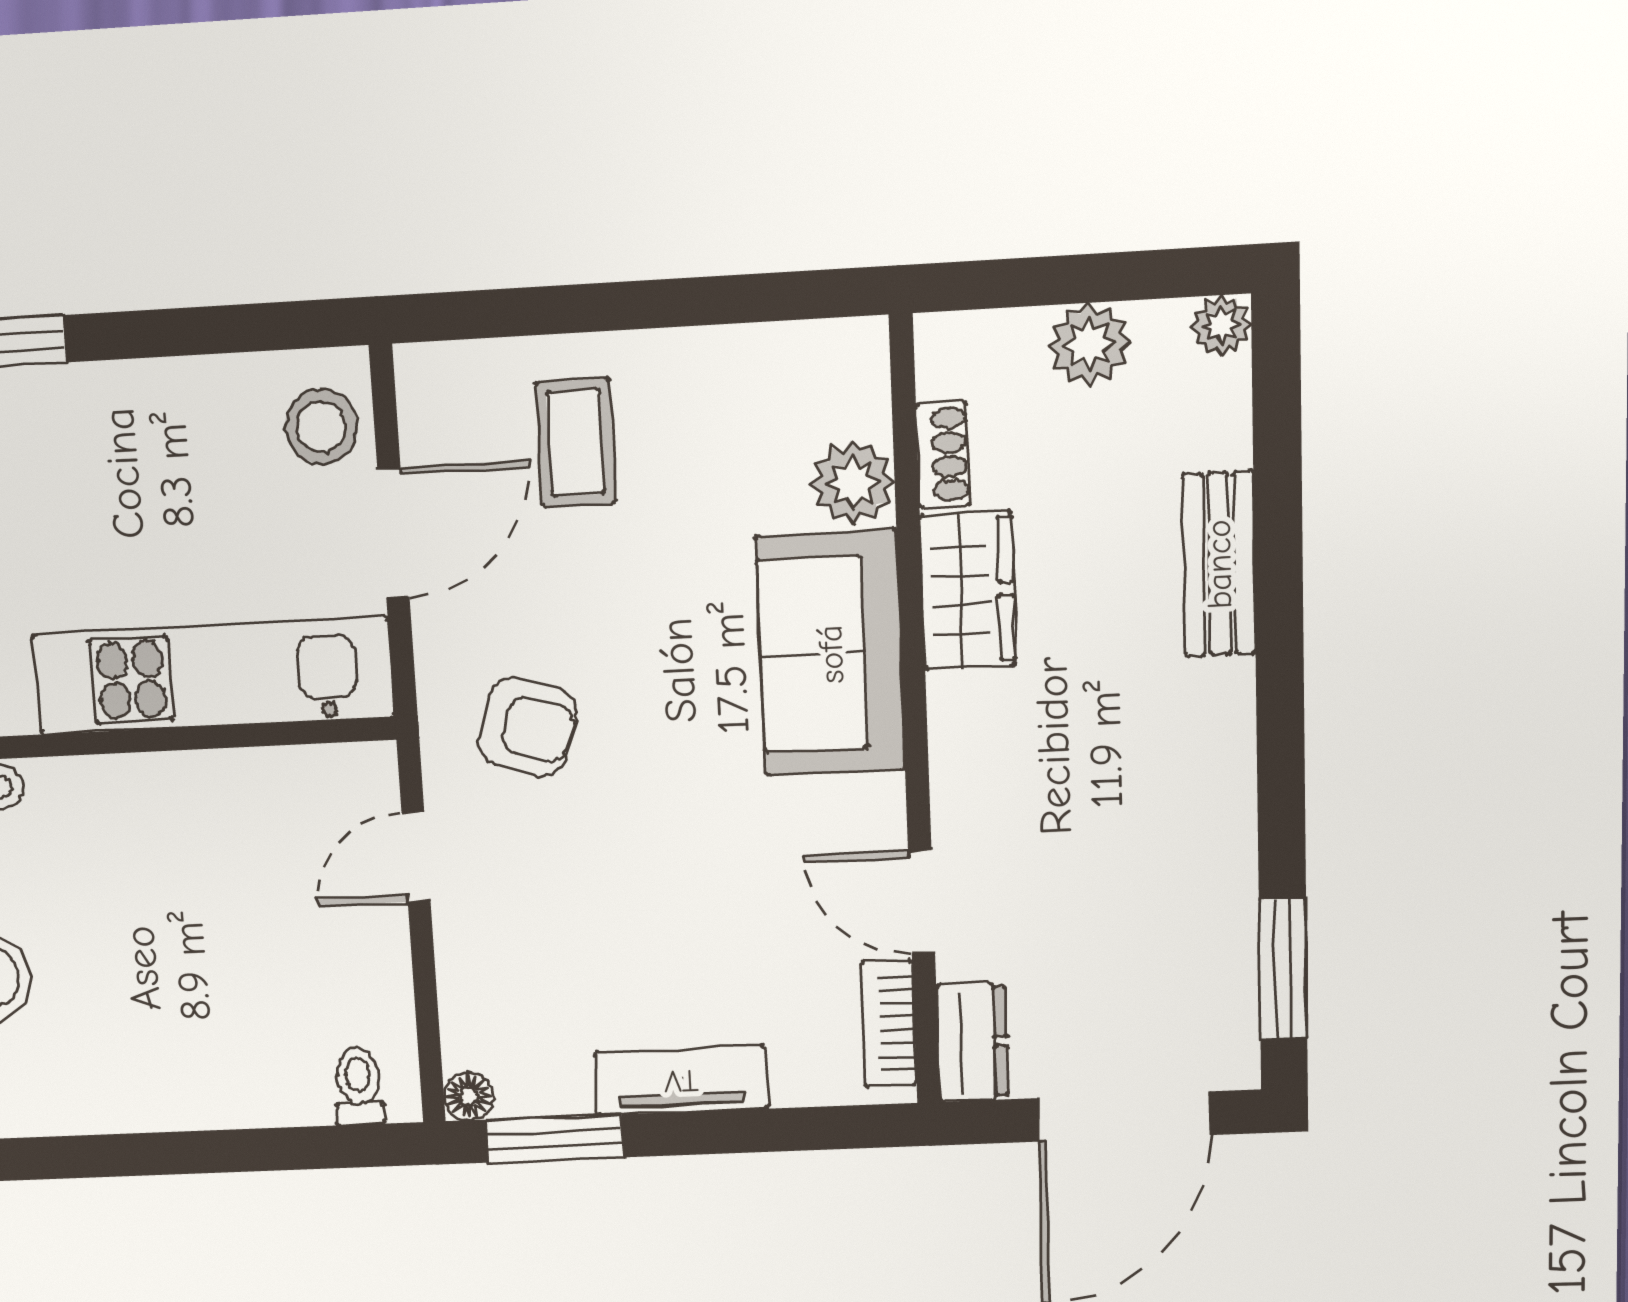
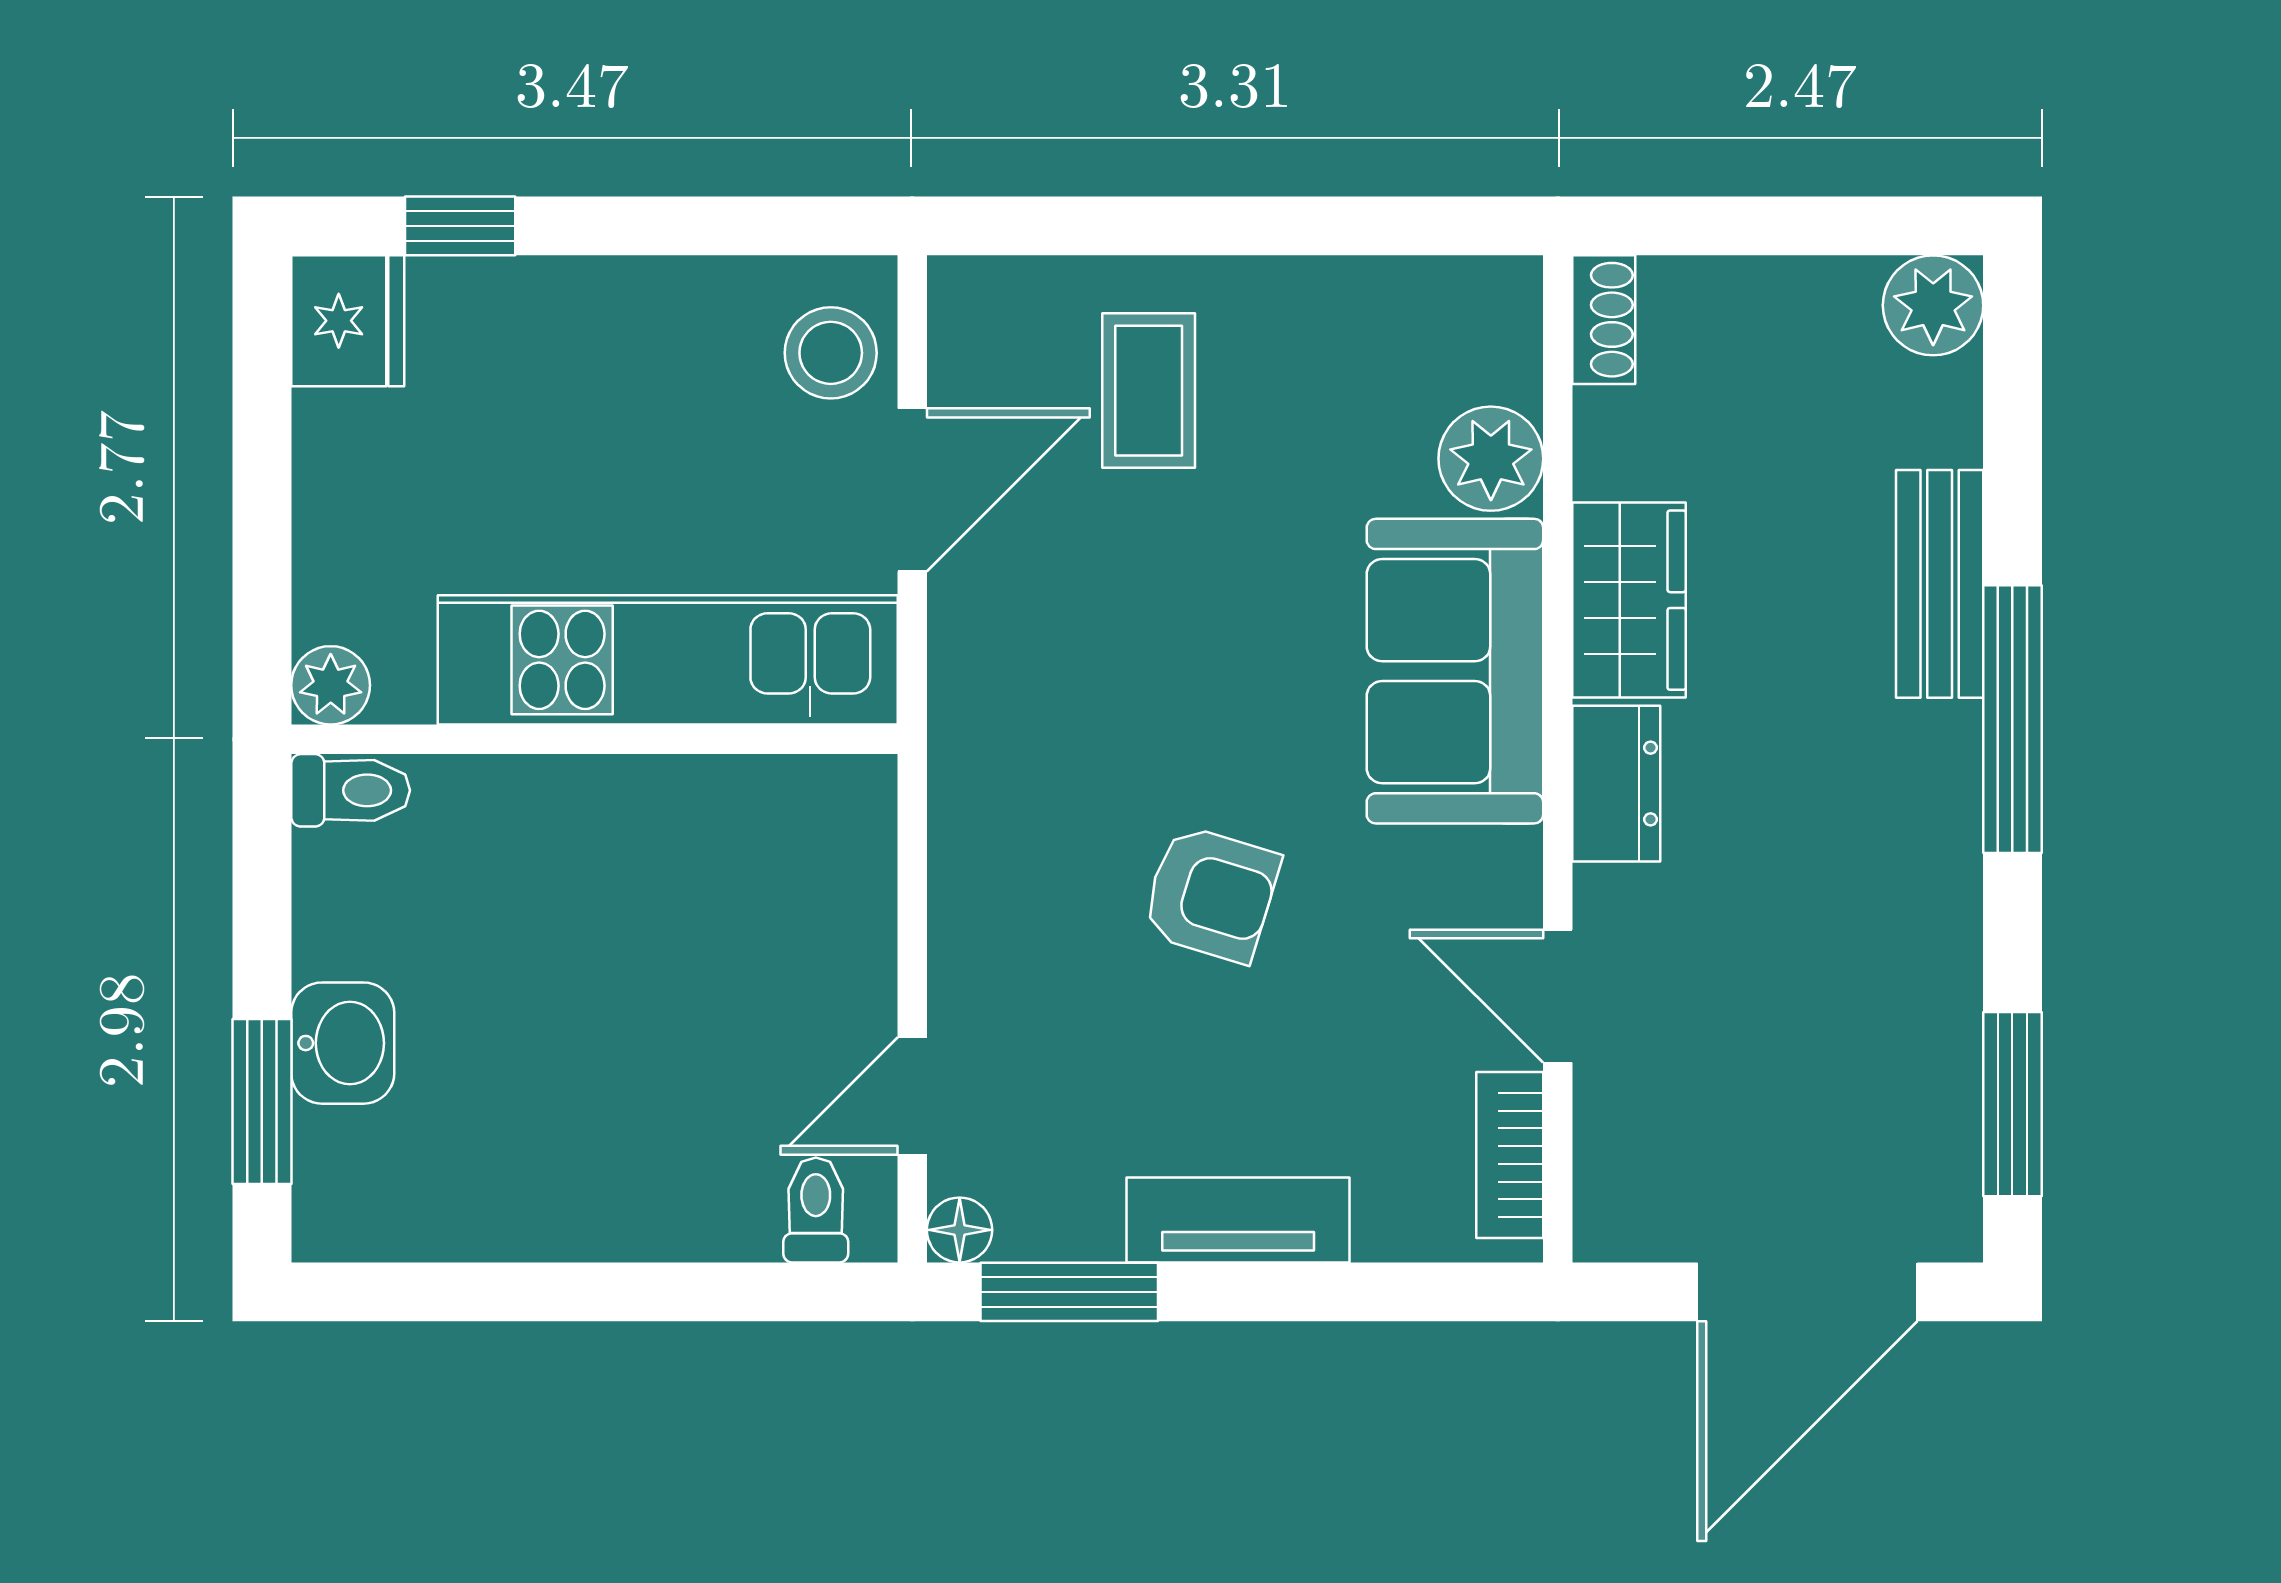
plant: (1221, 325) -> (1933, 305), width x1.38, depth x1.38
plant: (1089, 344) -> (1786, 305), removed
shoe rack: (943, 455) -> (1604, 320), moved
window: (1280, 669) -> (2012, 719), added
armchair: (527, 727) -> (1211, 894), moved
door: (416, 857) -> (912, 1096), moved
dresser: (972, 1042) -> (1616, 784), moved

